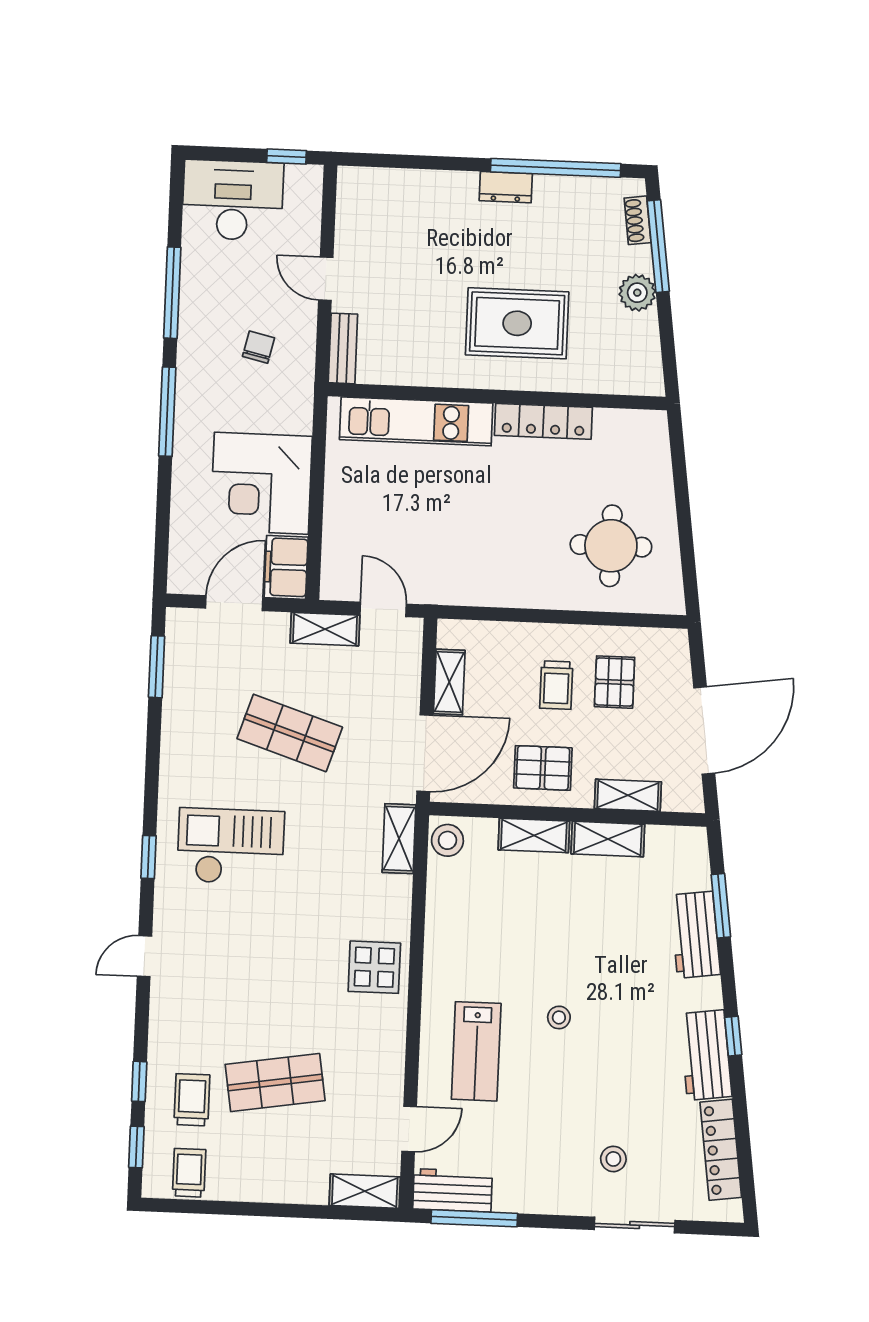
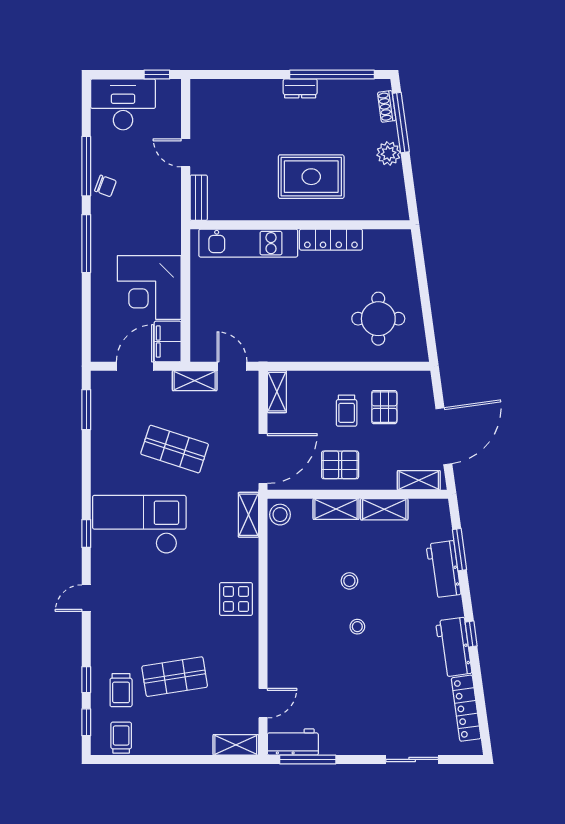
chair: (259, 347) -> (105, 186), moved, turned 97
shelving: (449, 682) -> (277, 392), moved
shelving: (628, 795) -> (419, 480), moved
checkout: (231, 846) -> (139, 524), width x1.36, depth x1.21
lab bench: (476, 1051) -> (304, 651), removed
trolley: (192, 1100) -> (121, 690), turned 180
stool: (613, 1159) -> (349, 581), moved

